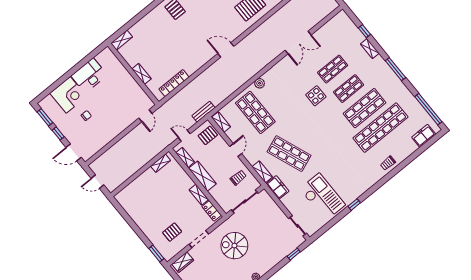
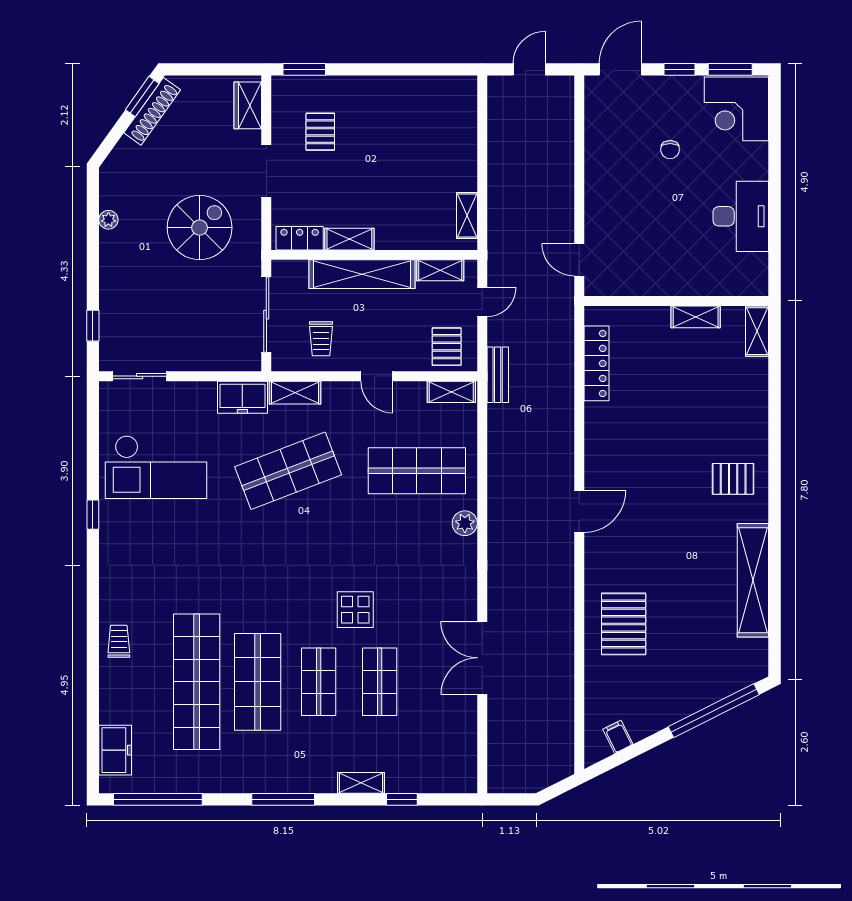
shelving: (142, 74) -> (696, 317), moved
corner desk: (68, 95) -> (736, 109), moved
shelving: (202, 176) -> (362, 274), width x1.47

